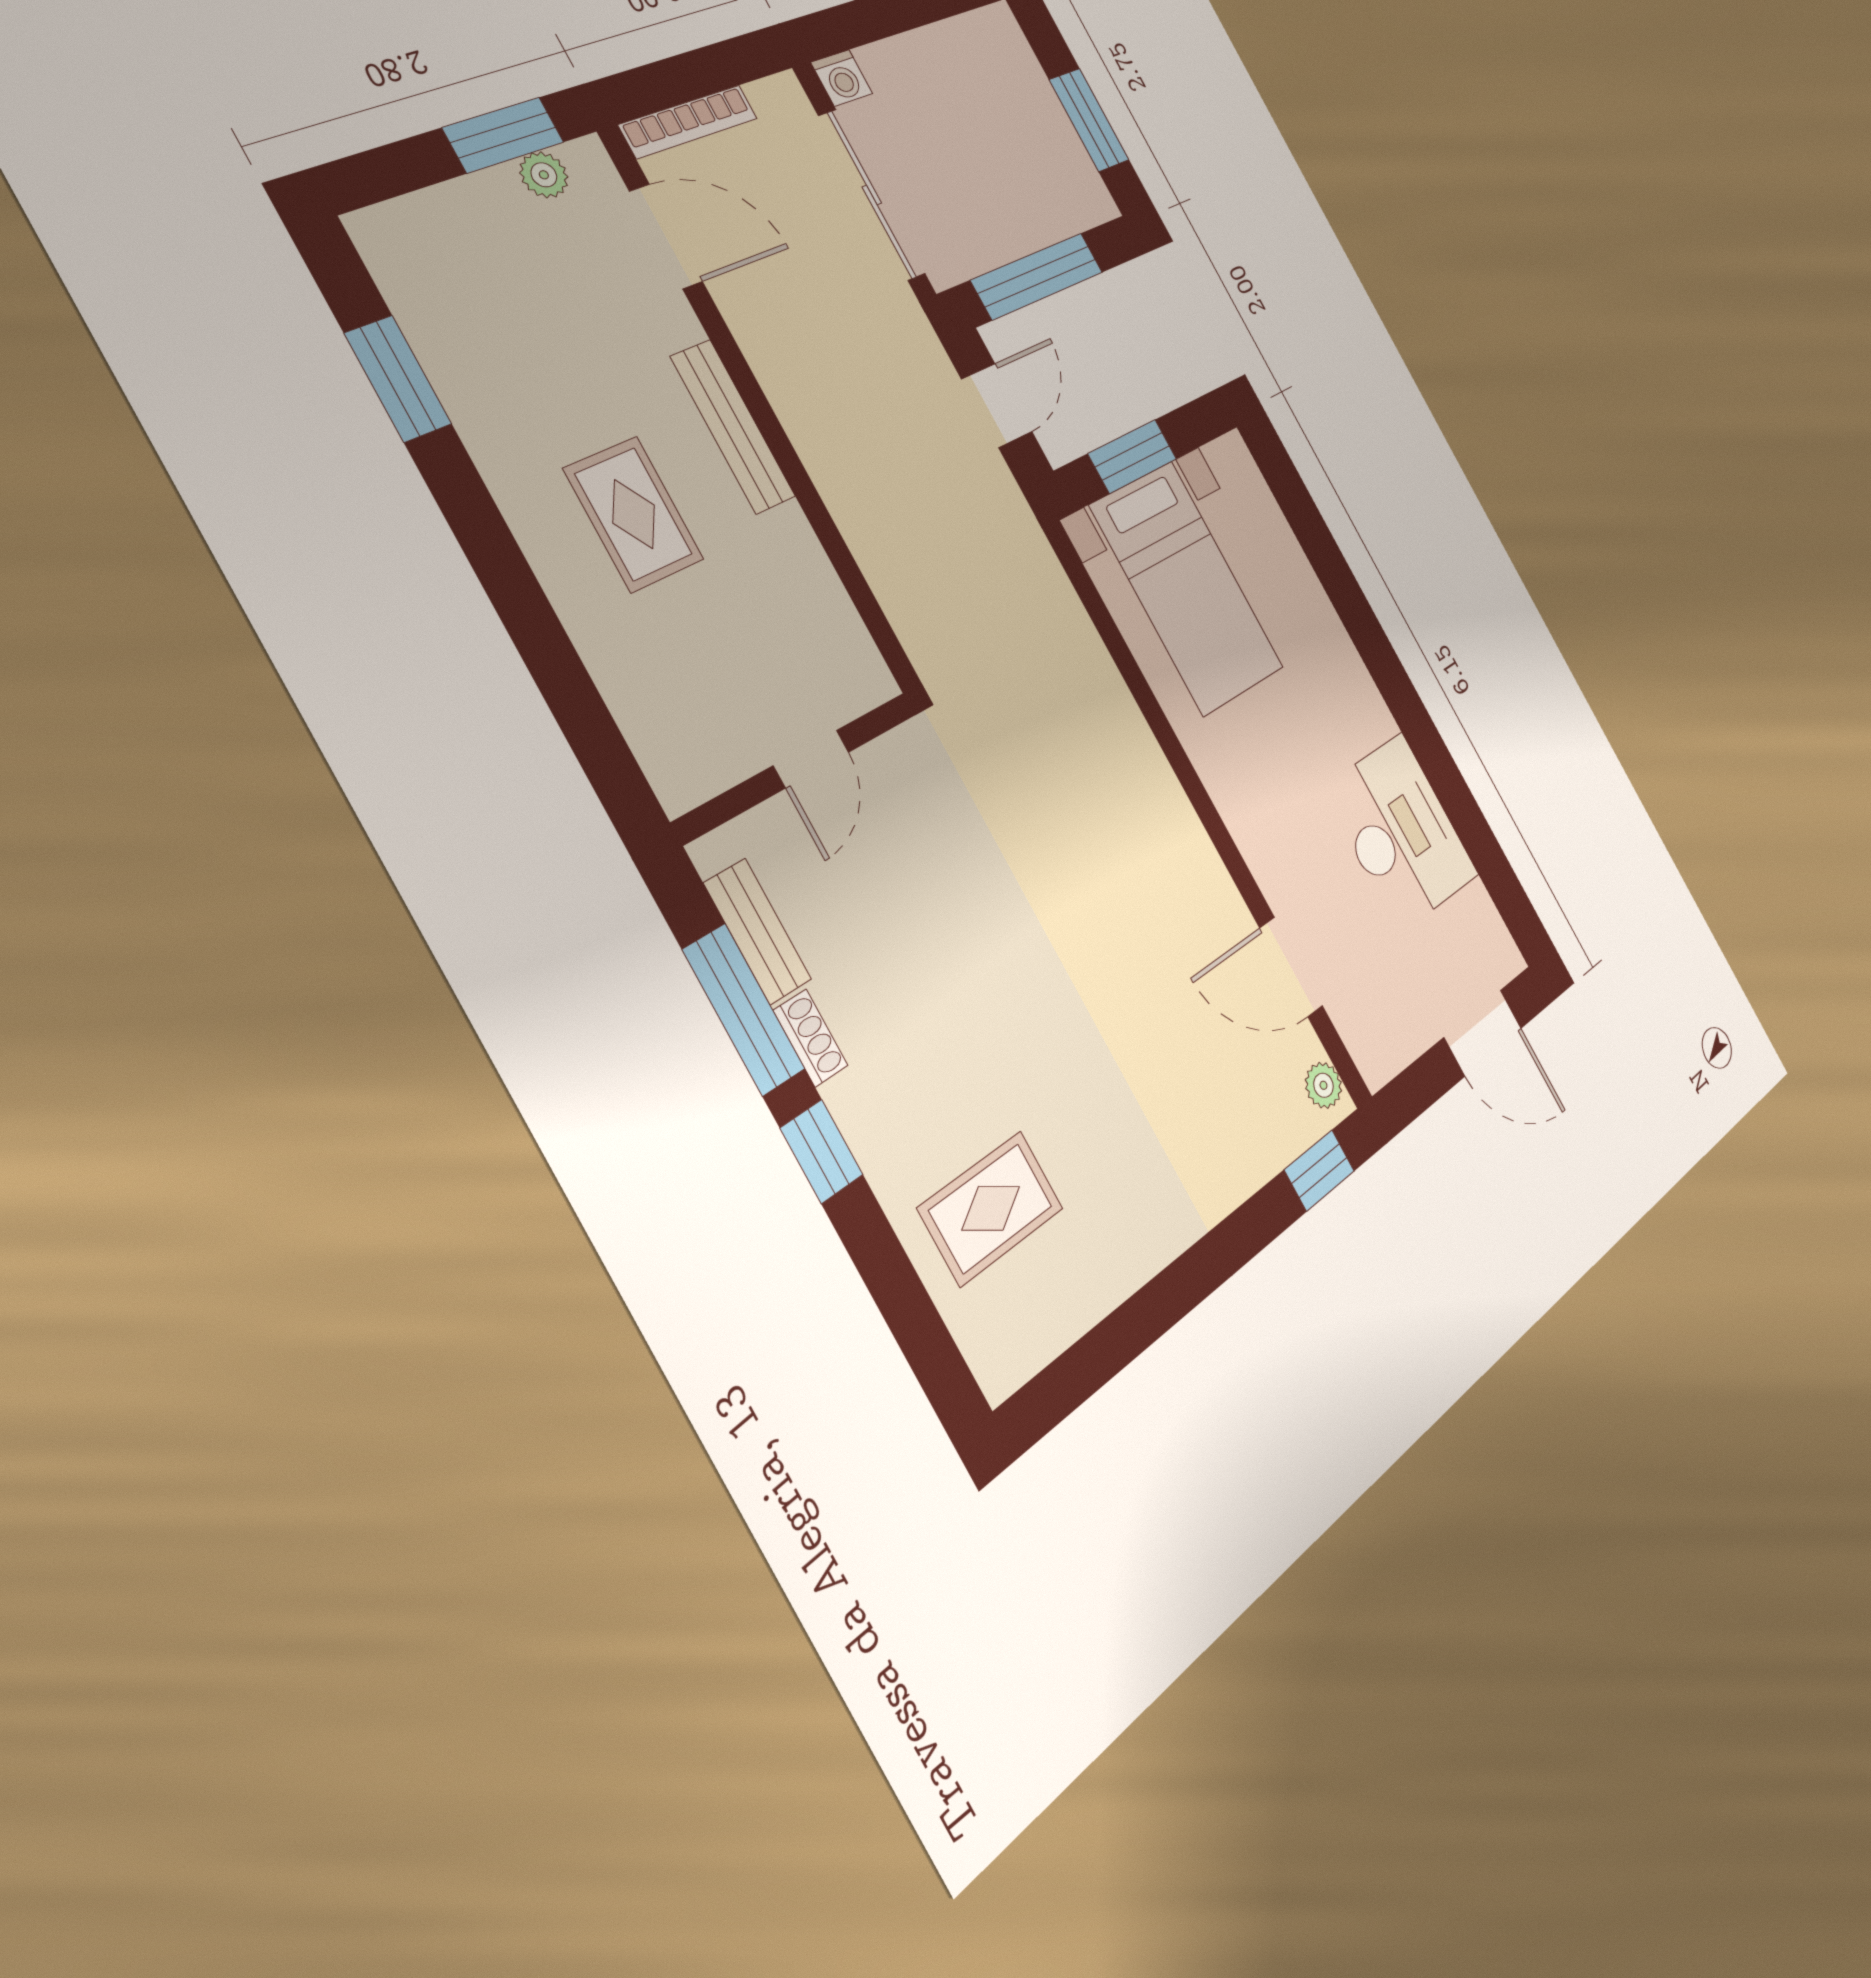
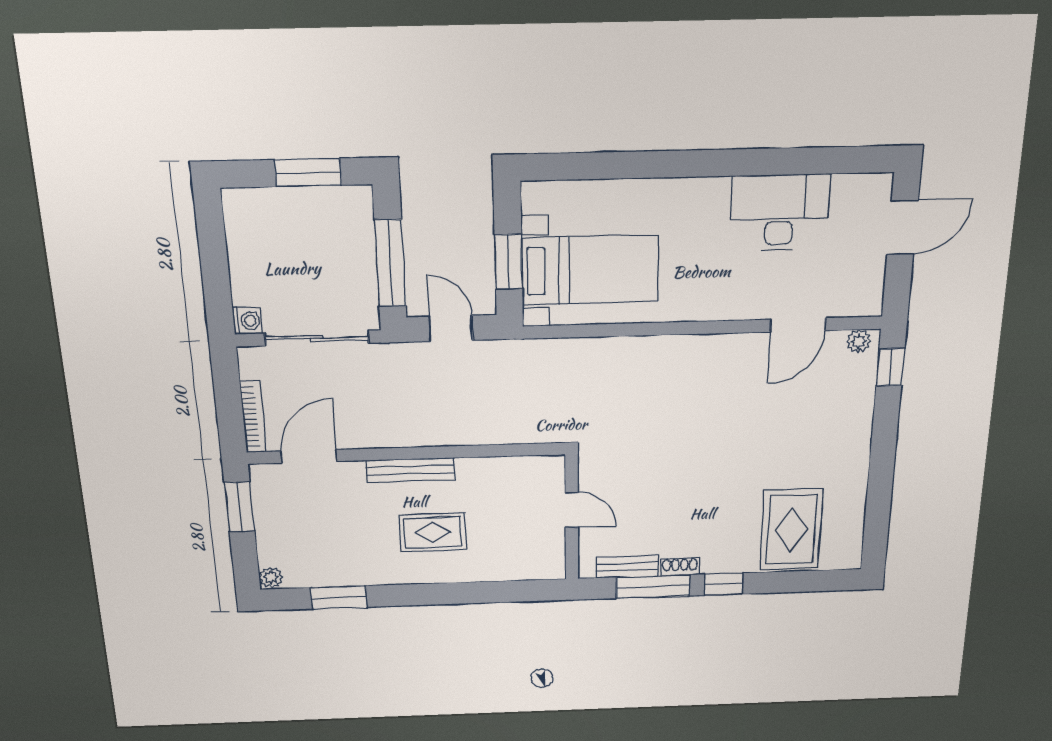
plant: (544, 175) -> (271, 577), moved
rug: (991, 1208) -> (791, 530), width x1.36, depth x1.43

